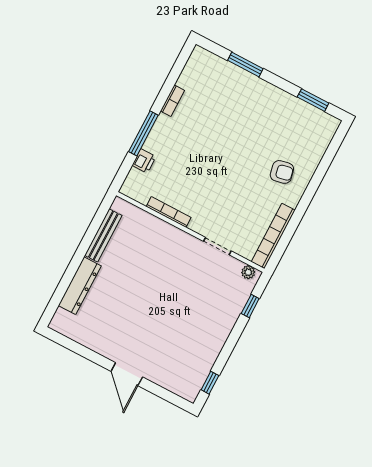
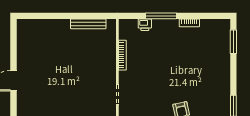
window: (245, 65) -> (233, 42), moved
dresser: (80, 286) -> (51, 25), removed

